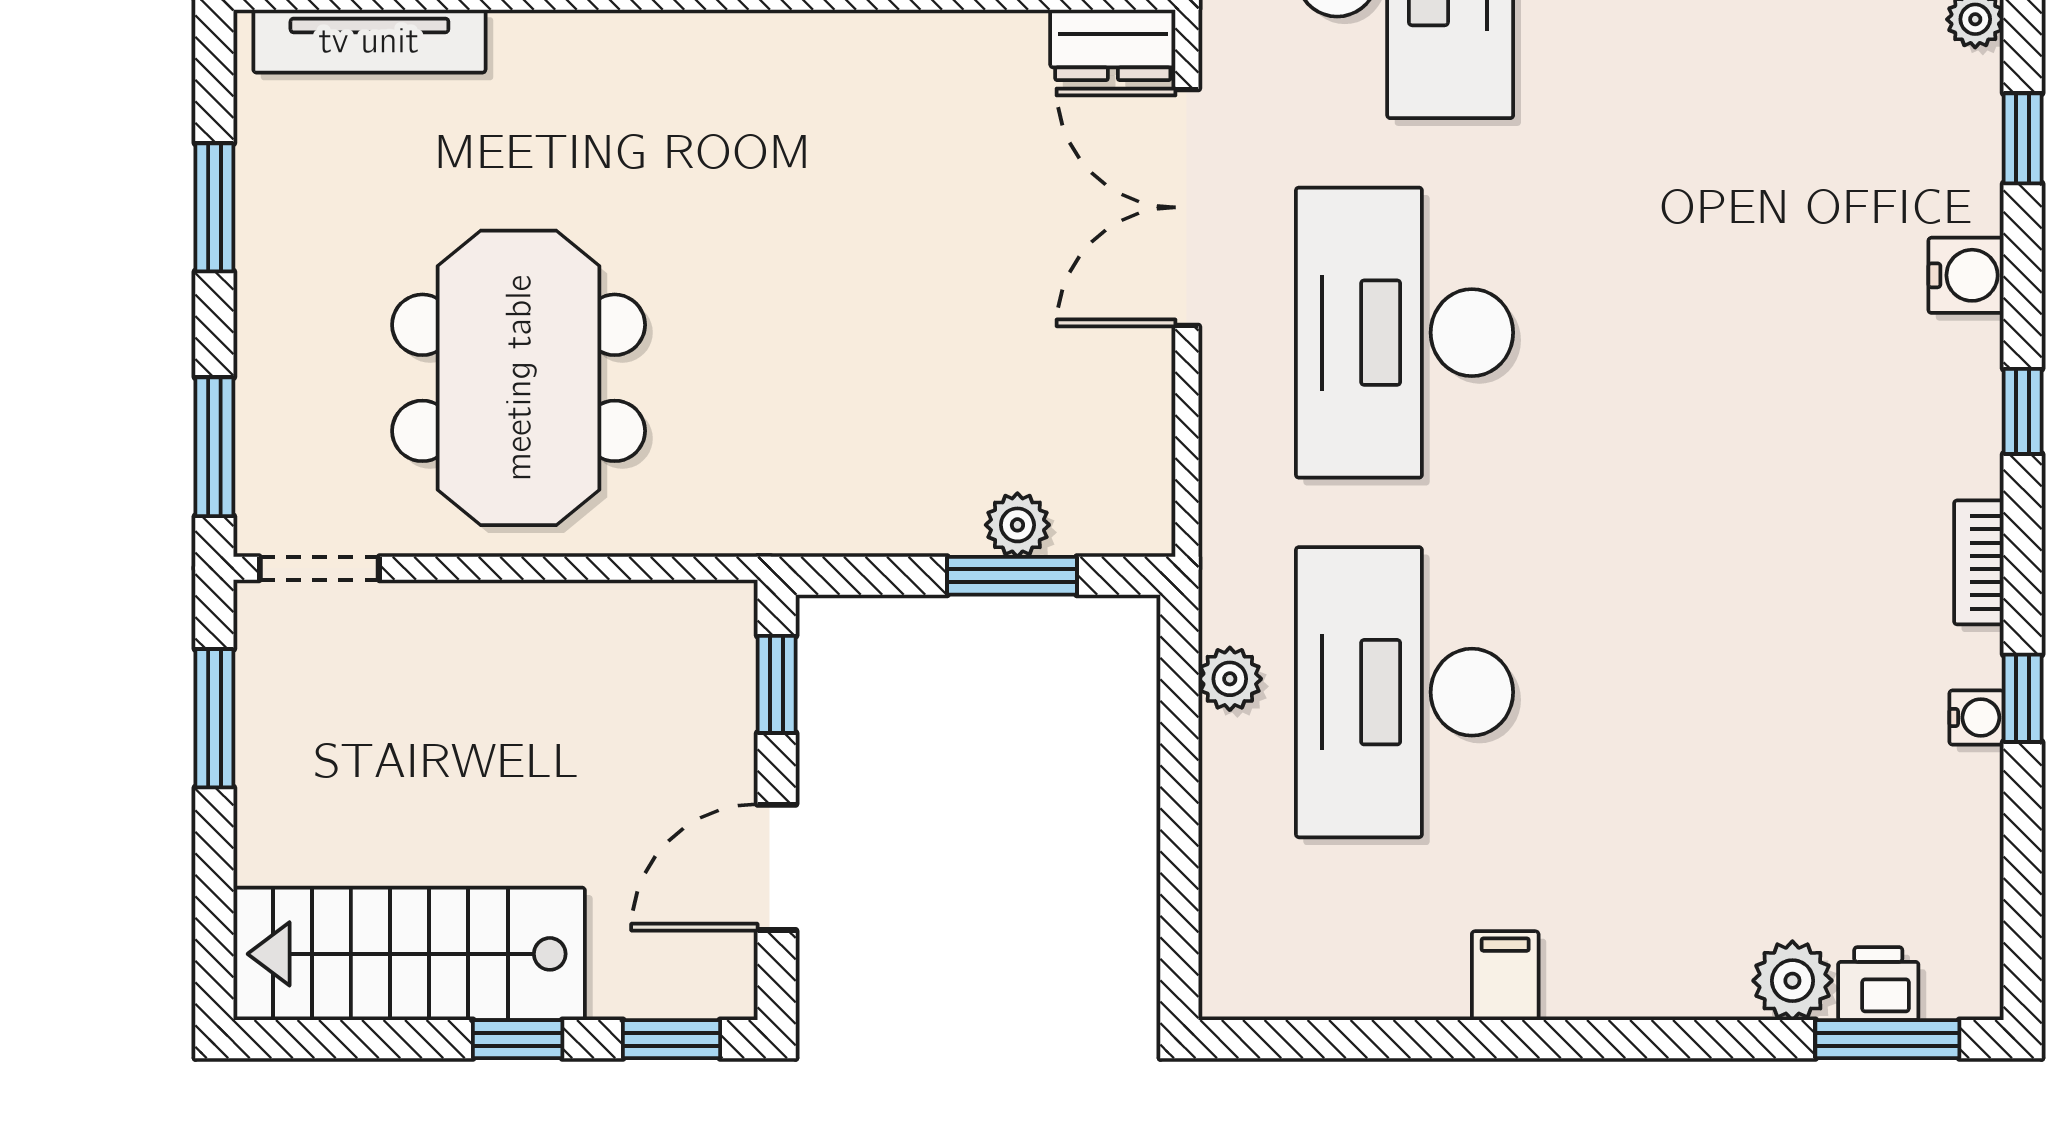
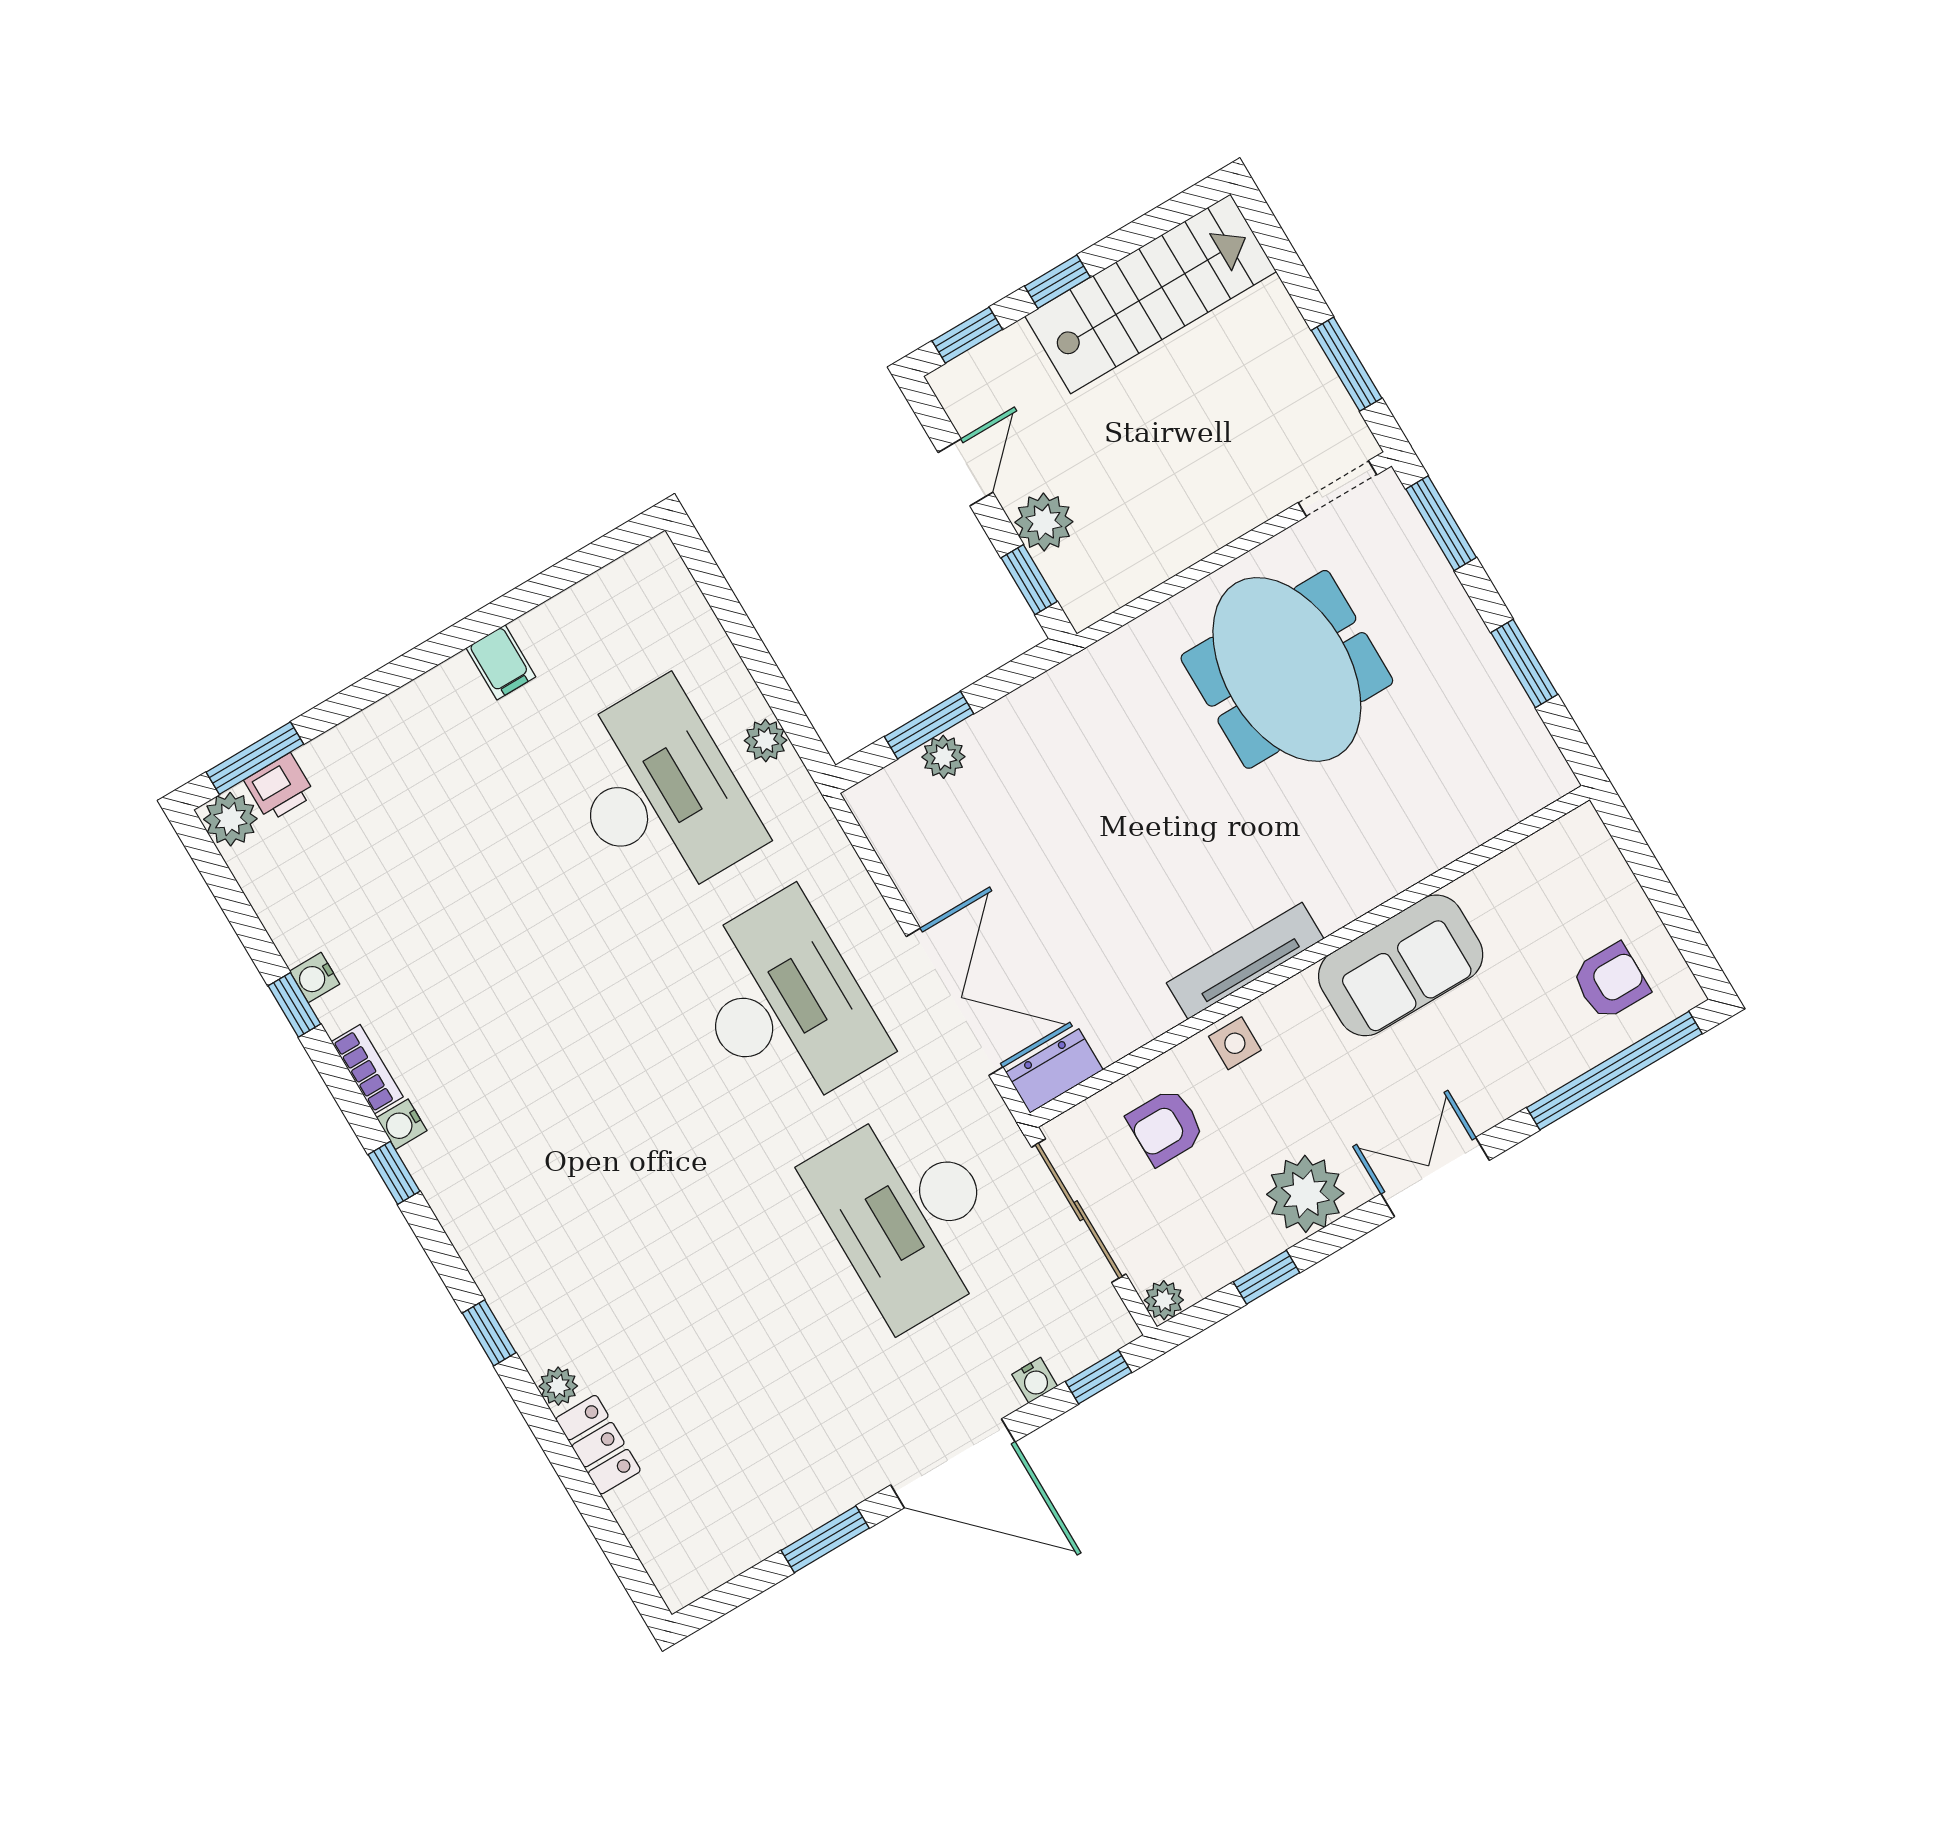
tv unit: (369, 41) -> (1245, 961), moved
water cooler: (1966, 275) -> (402, 1124), moved, width x0.72, depth x0.72
plant: (715, 746) -> (1044, 522), added
door: (777, 867) -> (965, 472), width x0.73
plant: (1792, 981) -> (230, 819), moved

